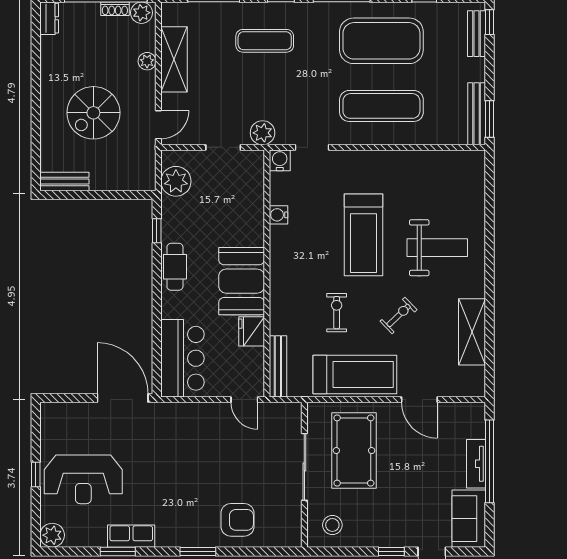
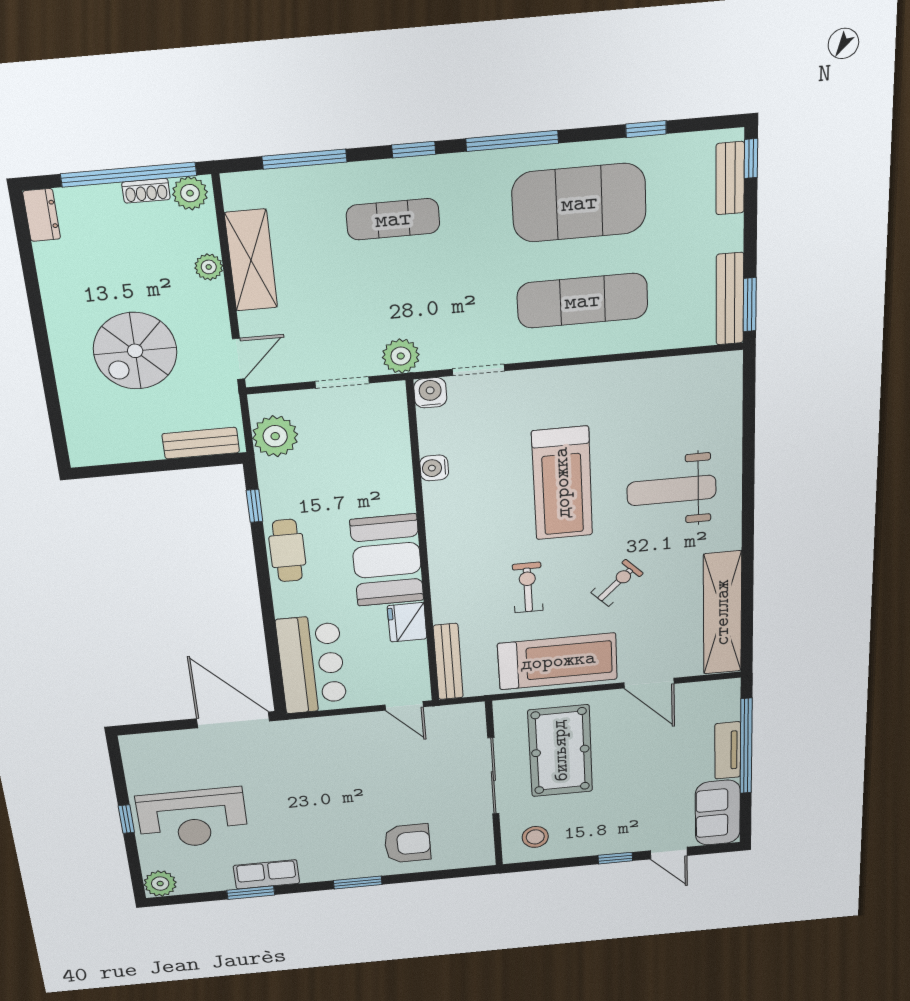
bench: (64, 181) -> (201, 443), moved
weight bench: (437, 248) -> (672, 490), turned 180
shelving: (472, 332) -> (722, 613), width x1.47

